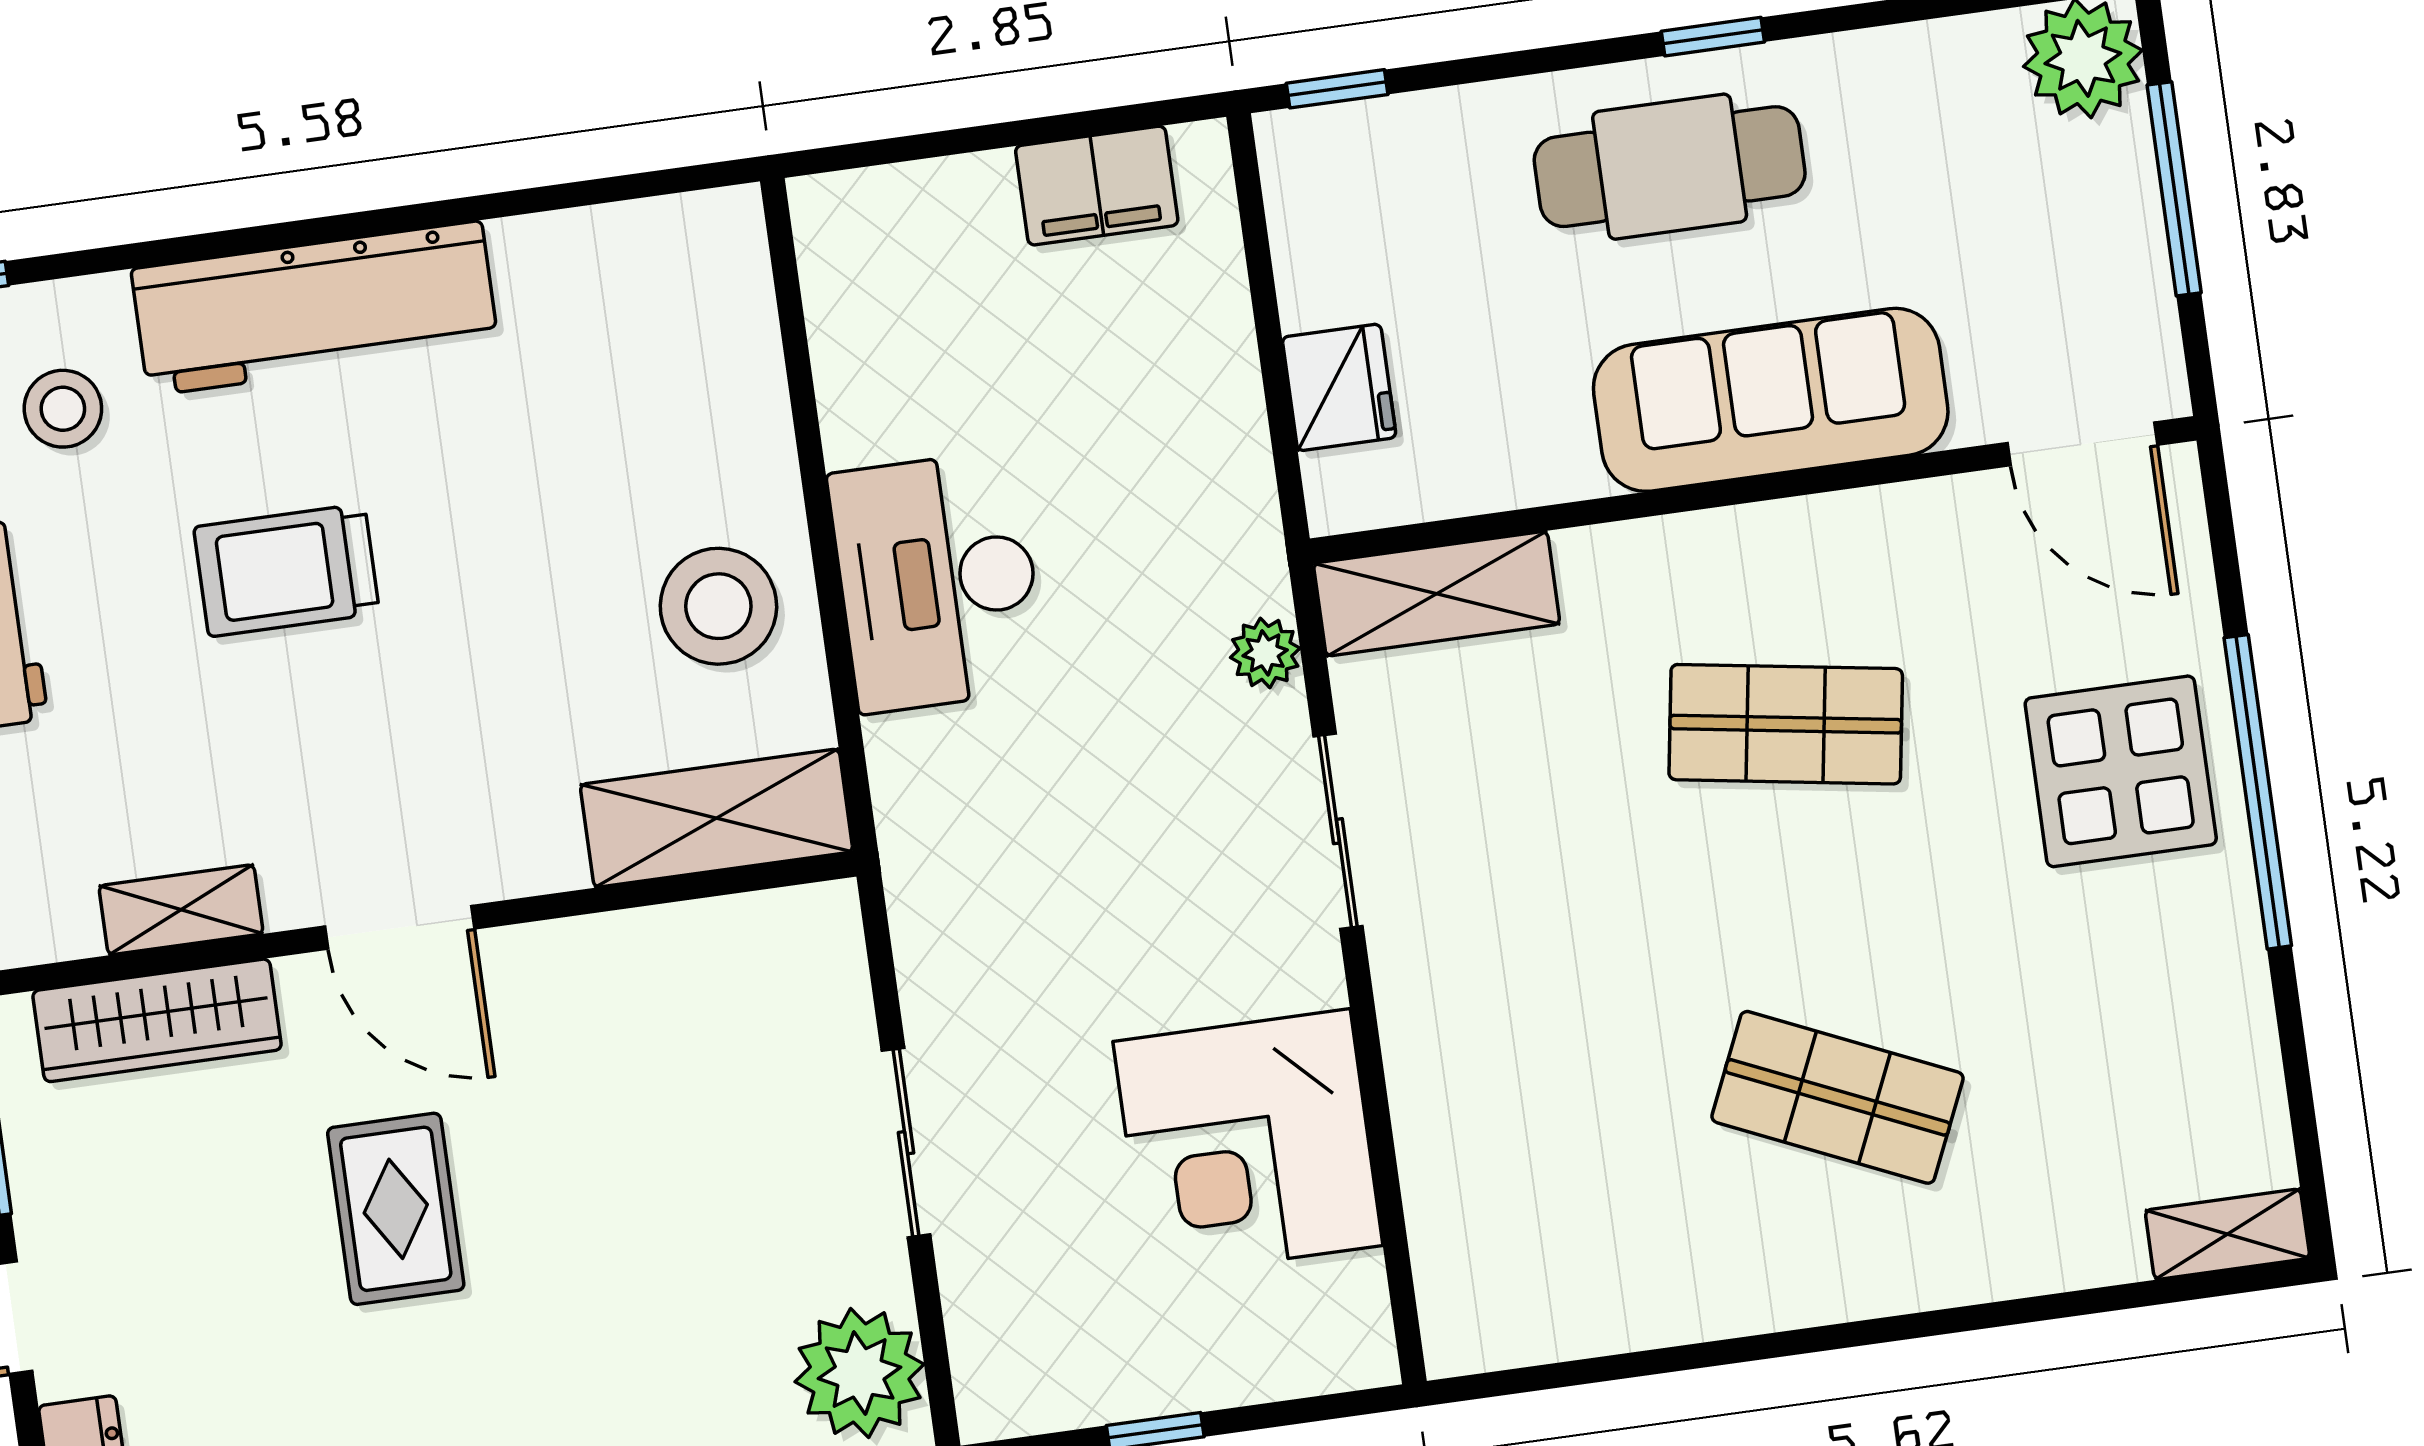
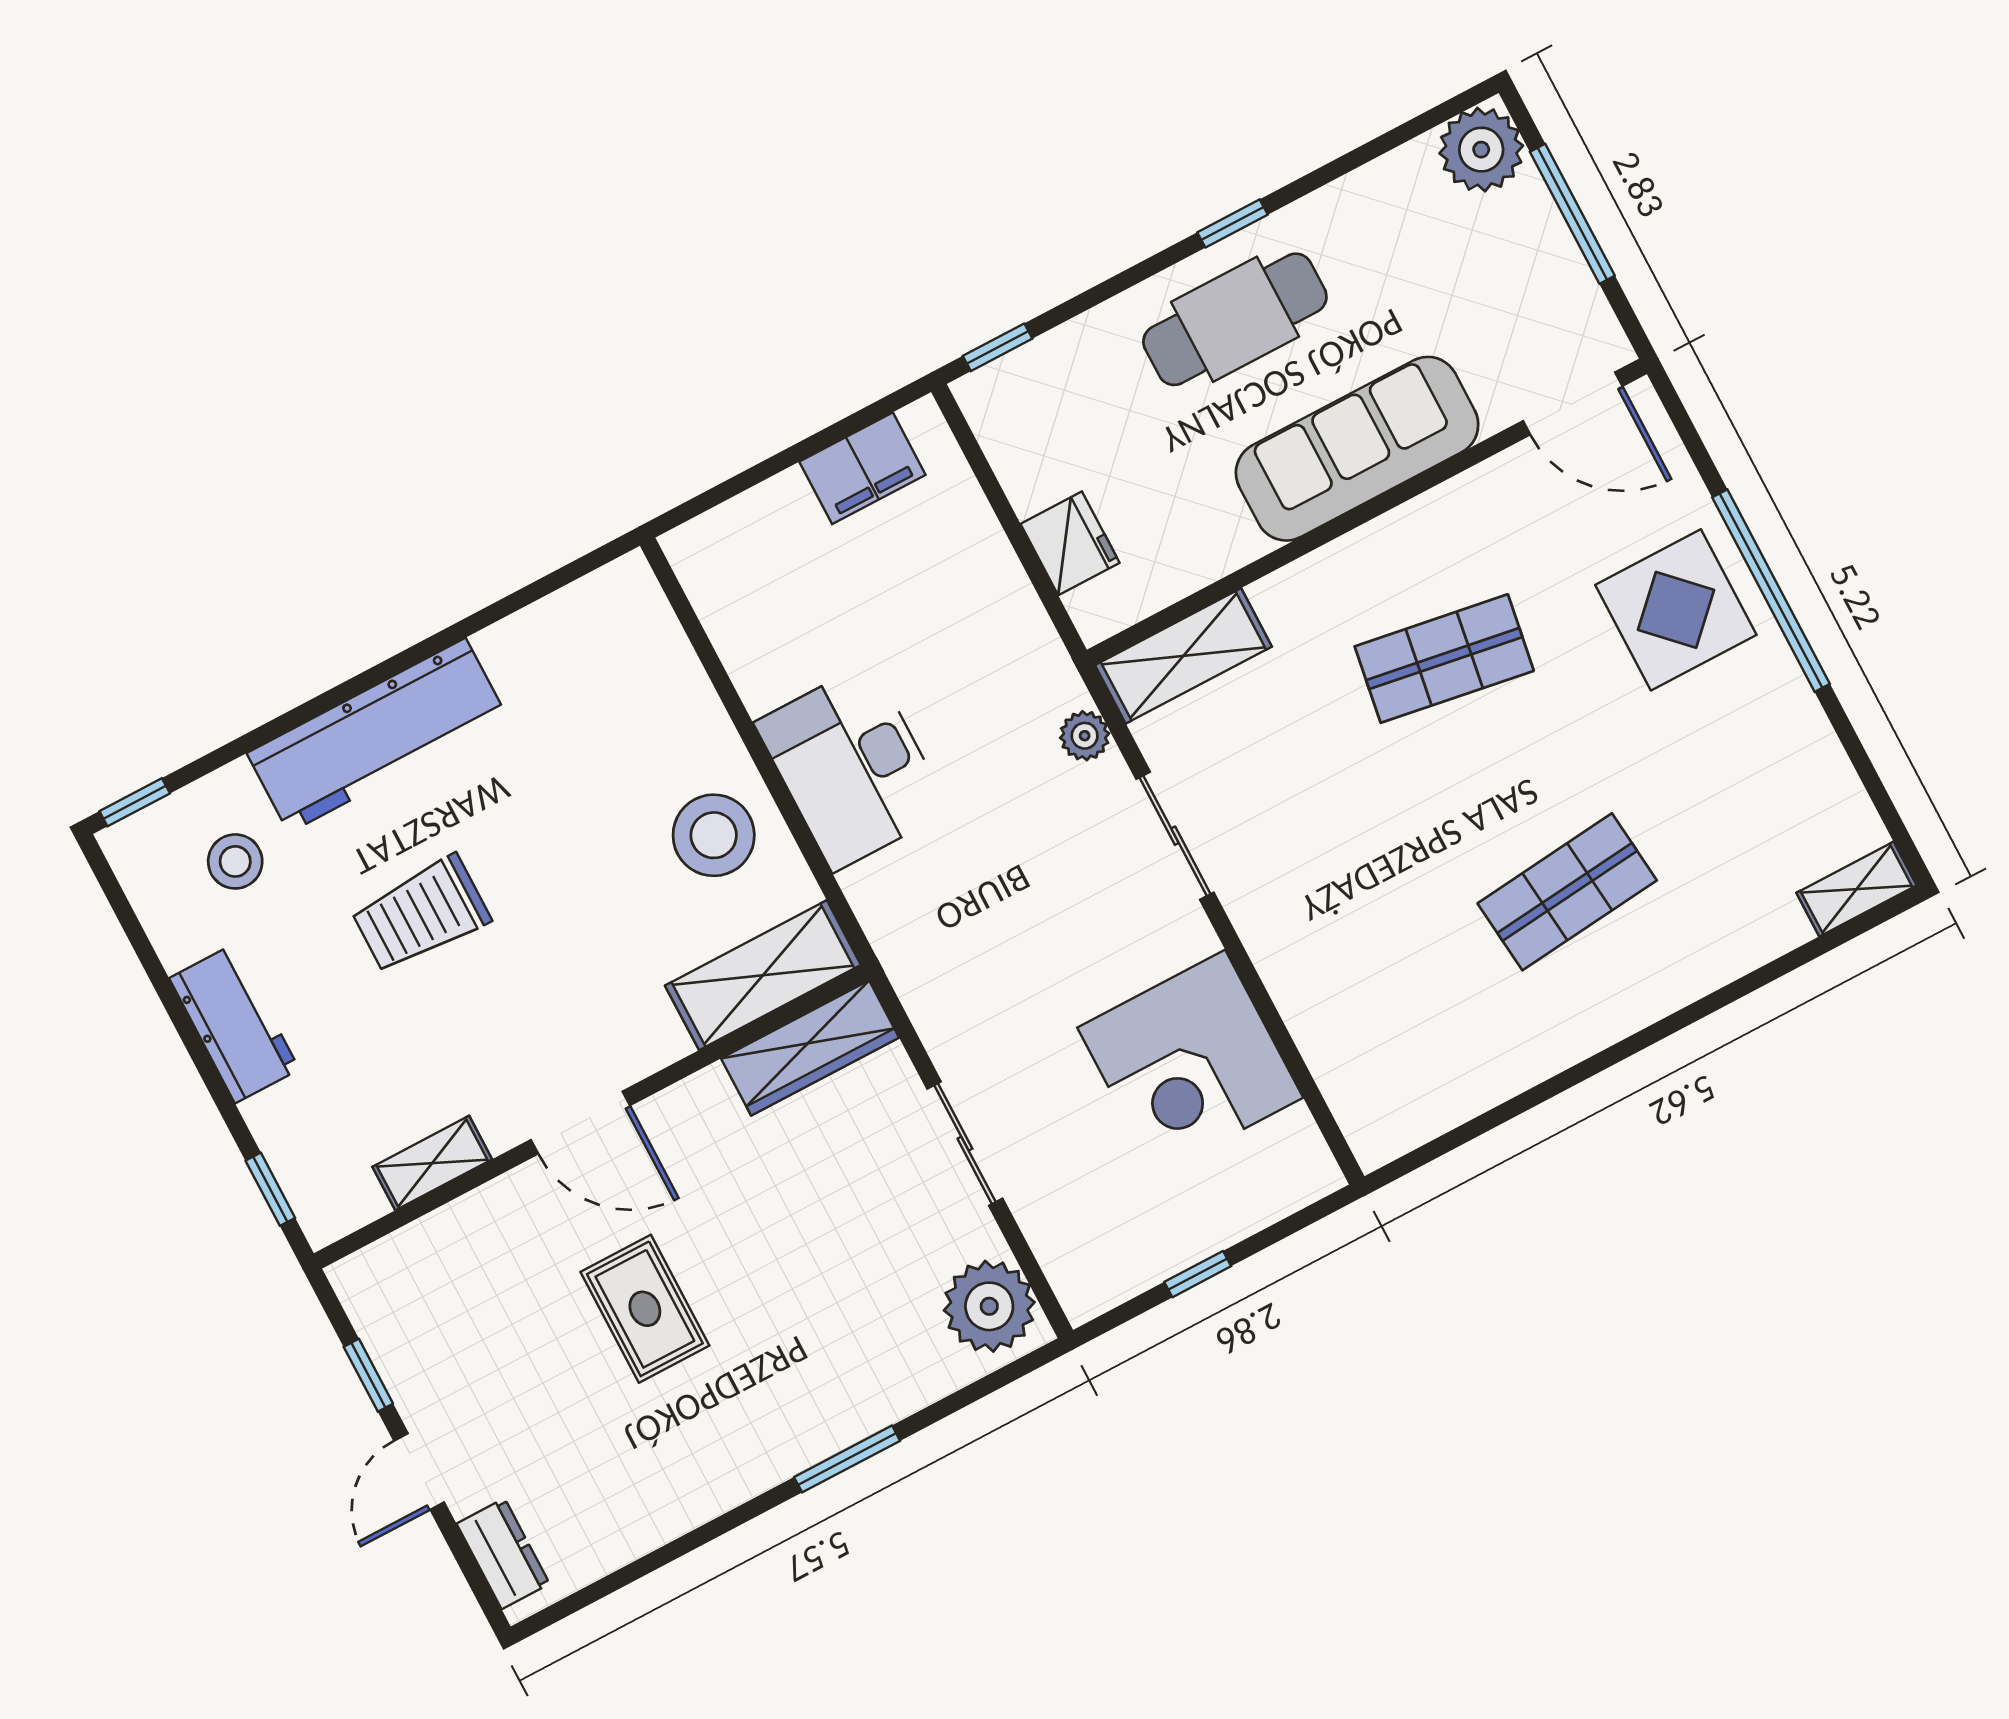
wardrobe: (157, 1020) -> (810, 1048), moved
shop shelf: (1838, 1097) -> (1567, 892), turned -30

